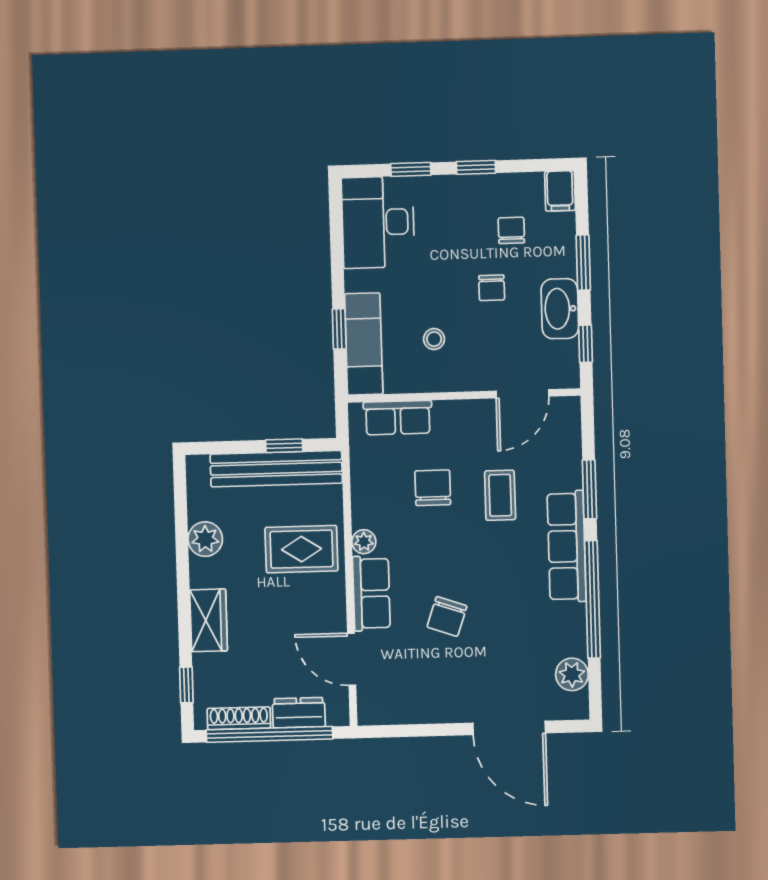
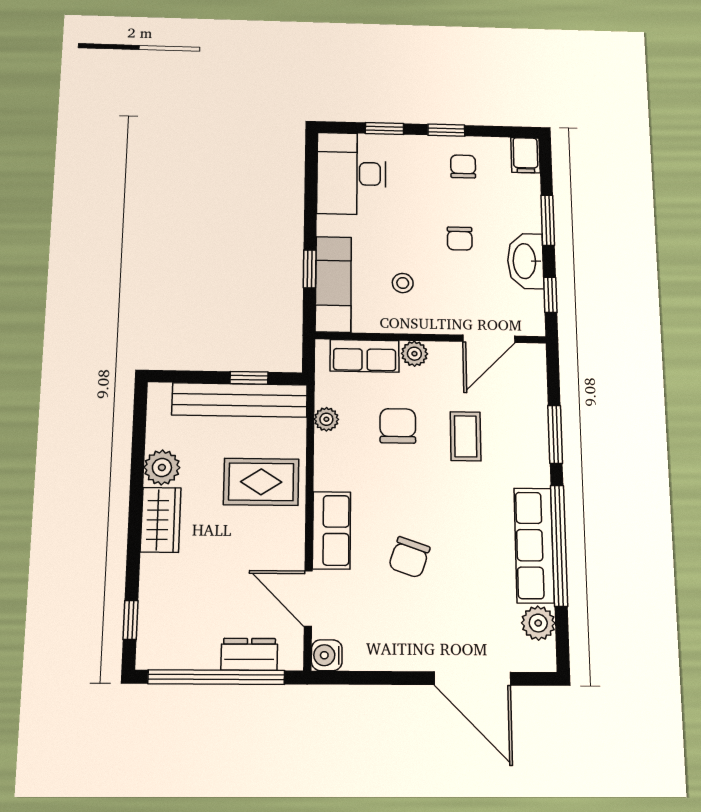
chair: (511, 230) -> (463, 167), moved
plant: (448, 413) -> (414, 354), added
plant: (364, 542) -> (326, 419), moved
row of seats: (567, 546) -> (534, 545), moved
wardrobe: (209, 620) -> (161, 520), moved
water cooler: (371, 711) -> (327, 655), added
shoe rack: (239, 718) -> (184, 658), removed

